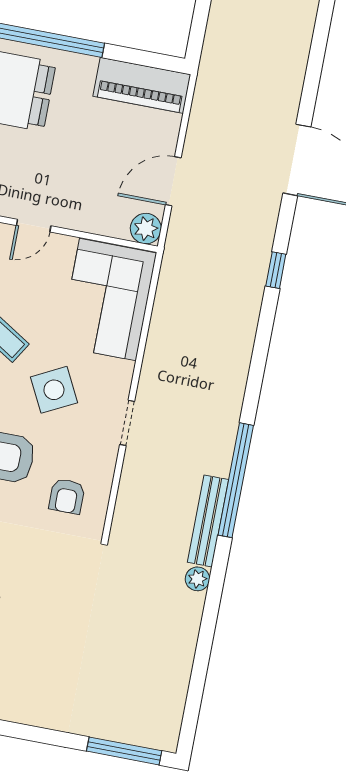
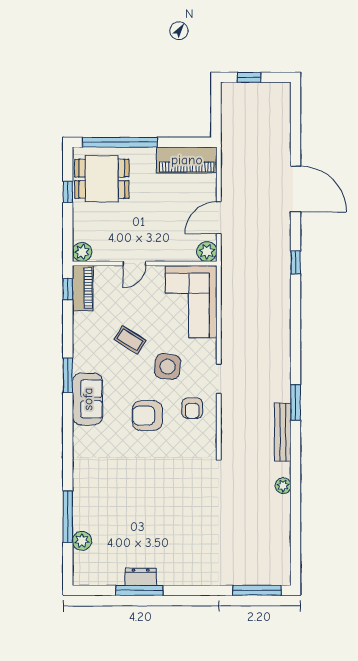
side table: (54, 390) -> (168, 367), turned 34
window: (236, 480) -> (296, 402), width x0.47
armchair: (67, 496) -> (192, 408), moved
plant: (197, 579) -> (283, 486), moved

